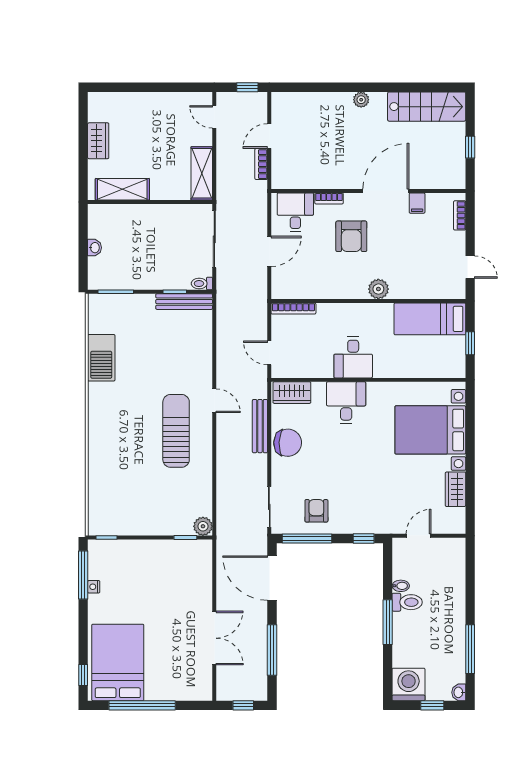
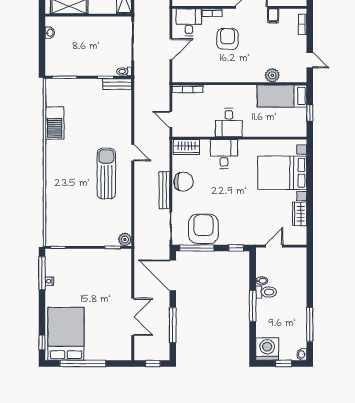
armchair: (351, 236) -> (228, 39), turned 180
washbasin: (95, 248) -> (50, 33), moved
plant: (378, 289) -> (272, 75), moved
bench: (184, 302) -> (117, 84), width x0.73
bench: (260, 426) -> (164, 190), moved
armchair: (316, 511) -> (203, 229), width x1.88, depth x1.88

